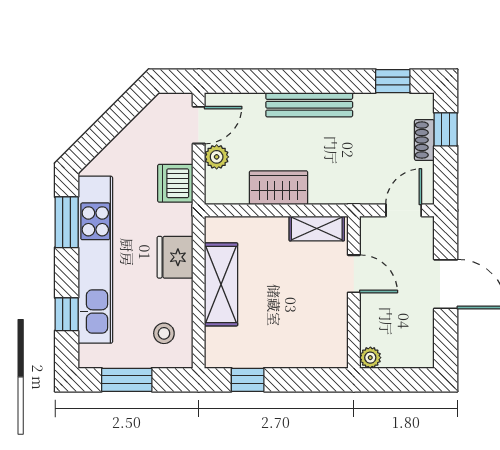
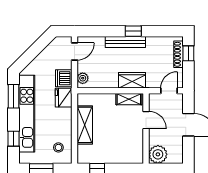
window: (393, 81) -> (133, 31), moved
shoe rack: (424, 140) -> (179, 54), width x1.43
plant: (217, 157) -> (83, 78), moved
wardrobe: (279, 188) -> (132, 80), moved
fridge: (175, 257) -> (64, 98), moved
plant: (370, 358) -> (158, 154), width x1.87, depth x1.87

